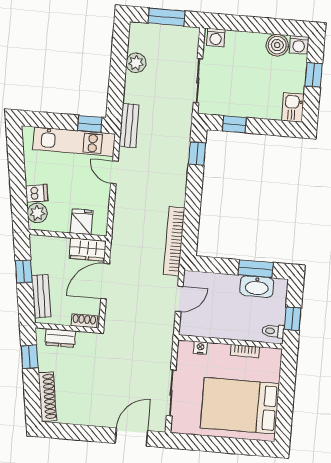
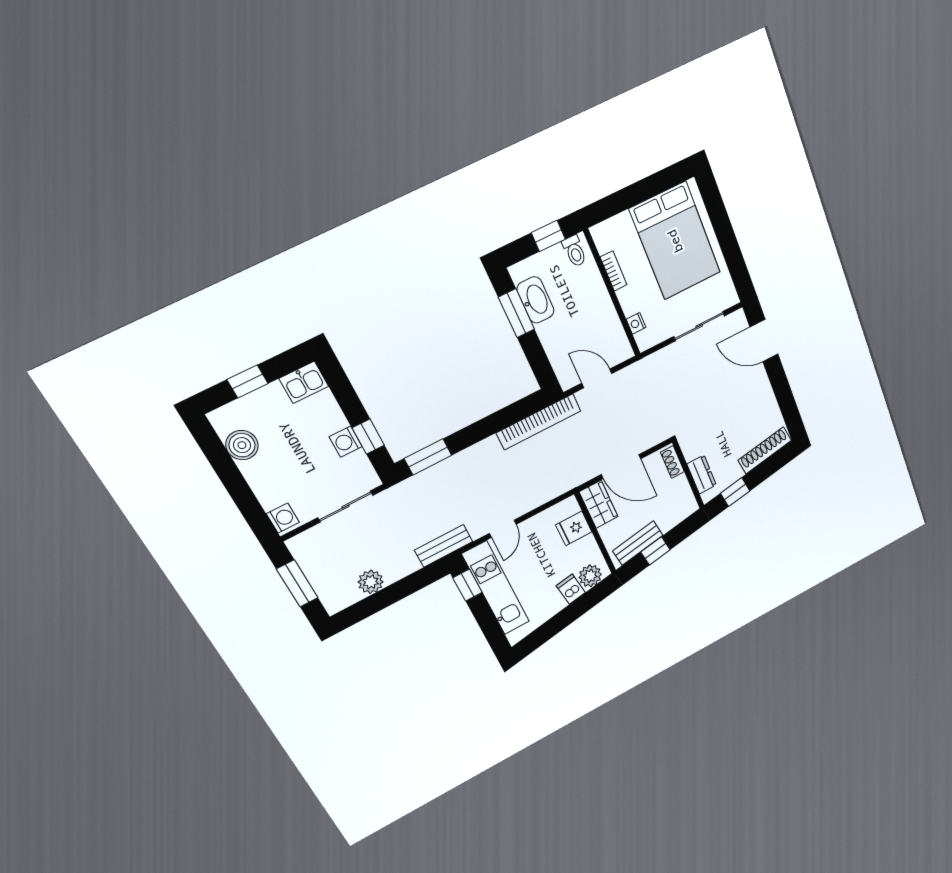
washing machine: (299, 45) -> (346, 442), moved, turned 180
window: (197, 154) -> (428, 457), width x1.50
bench: (41, 296) -> (638, 543), moved

